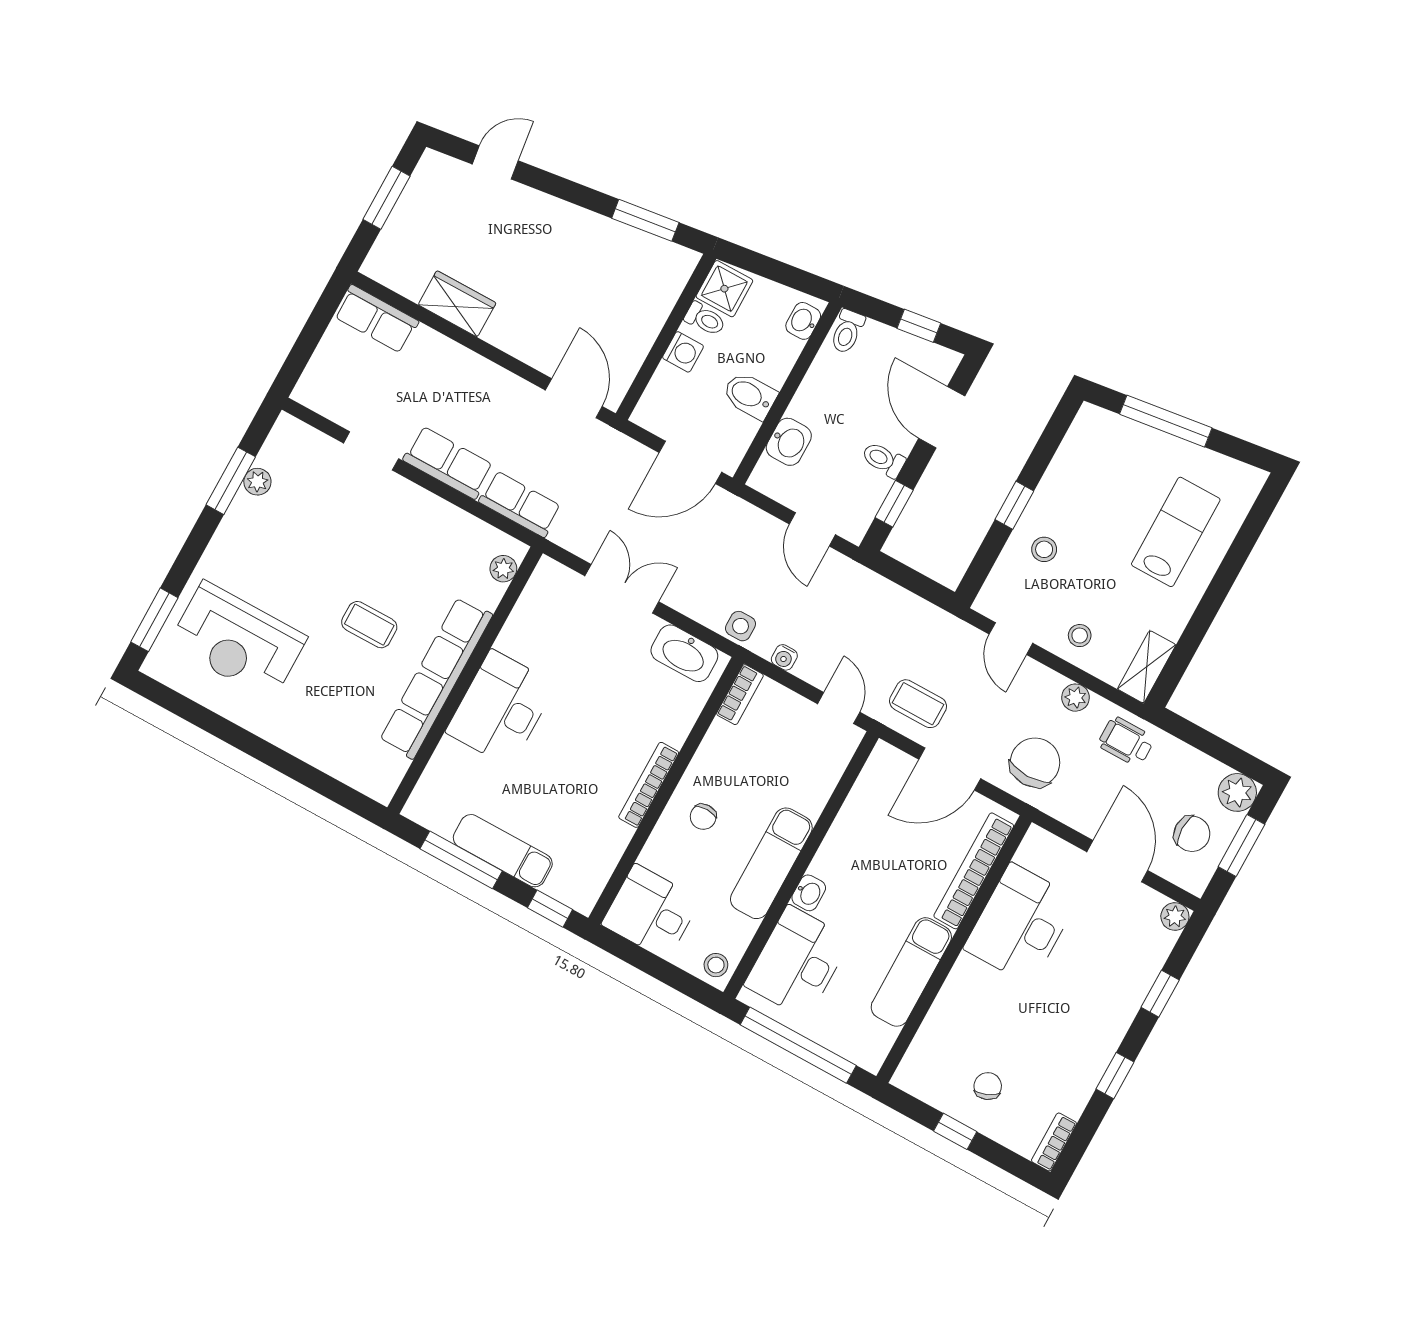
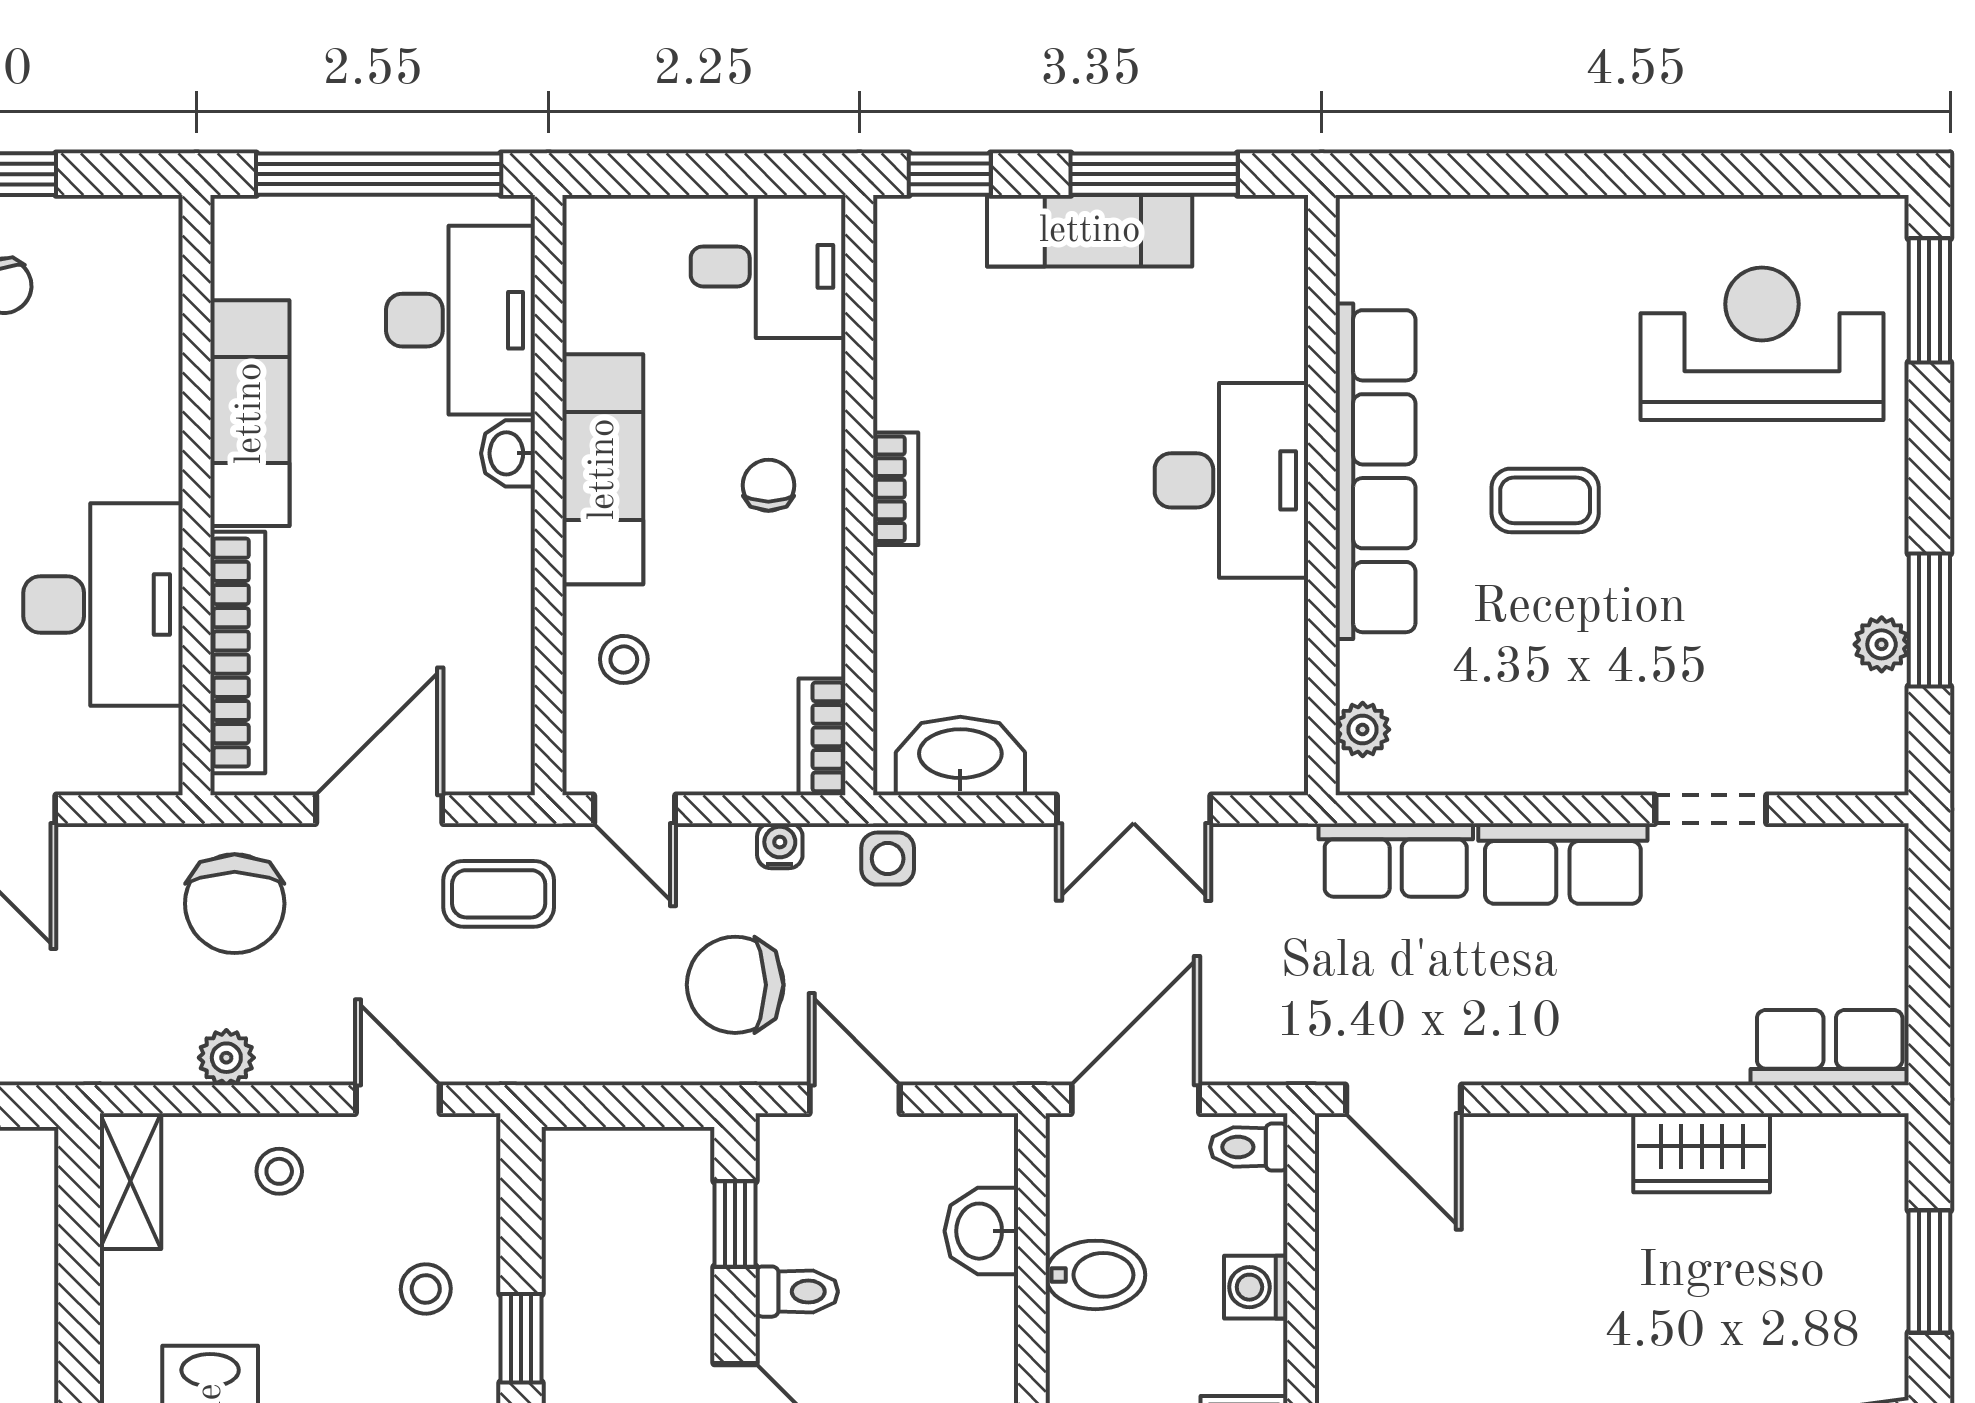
toilet: (705, 319) -> (1249, 1147), moved
chair: (837, 608) -> (735, 985), added
wheelchair: (1126, 741) -> (94, 1029), removed
bookcase: (649, 785) -> (896, 489), width x0.64
stool: (716, 965) -> (624, 659), moved

